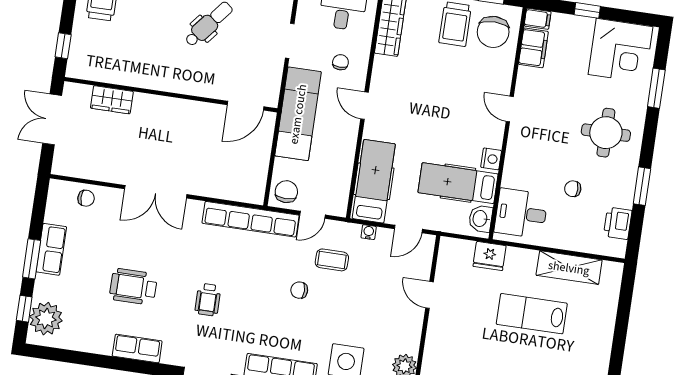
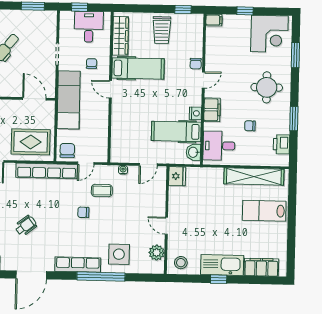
chair: (493, 32) -> (196, 64), moved, width x0.54, depth x0.54
filing cabinet: (533, 48) -> (212, 110), moved
door: (246, 106) -> (34, 99), swing flipped
door: (510, 109) -> (203, 80), swing flipped
rug: (231, 171) -> (31, 142), added
hospital bed: (374, 181) -> (138, 68), moved, turned 90
fridge: (490, 256) -> (177, 176), moved, turned -90
shelving: (569, 268) -> (254, 177), width x1.47
door: (429, 295) -> (166, 226), moved
wheelchair: (208, 300) -> (26, 226), turned -128
lab bench: (532, 314) -> (264, 211), moved

